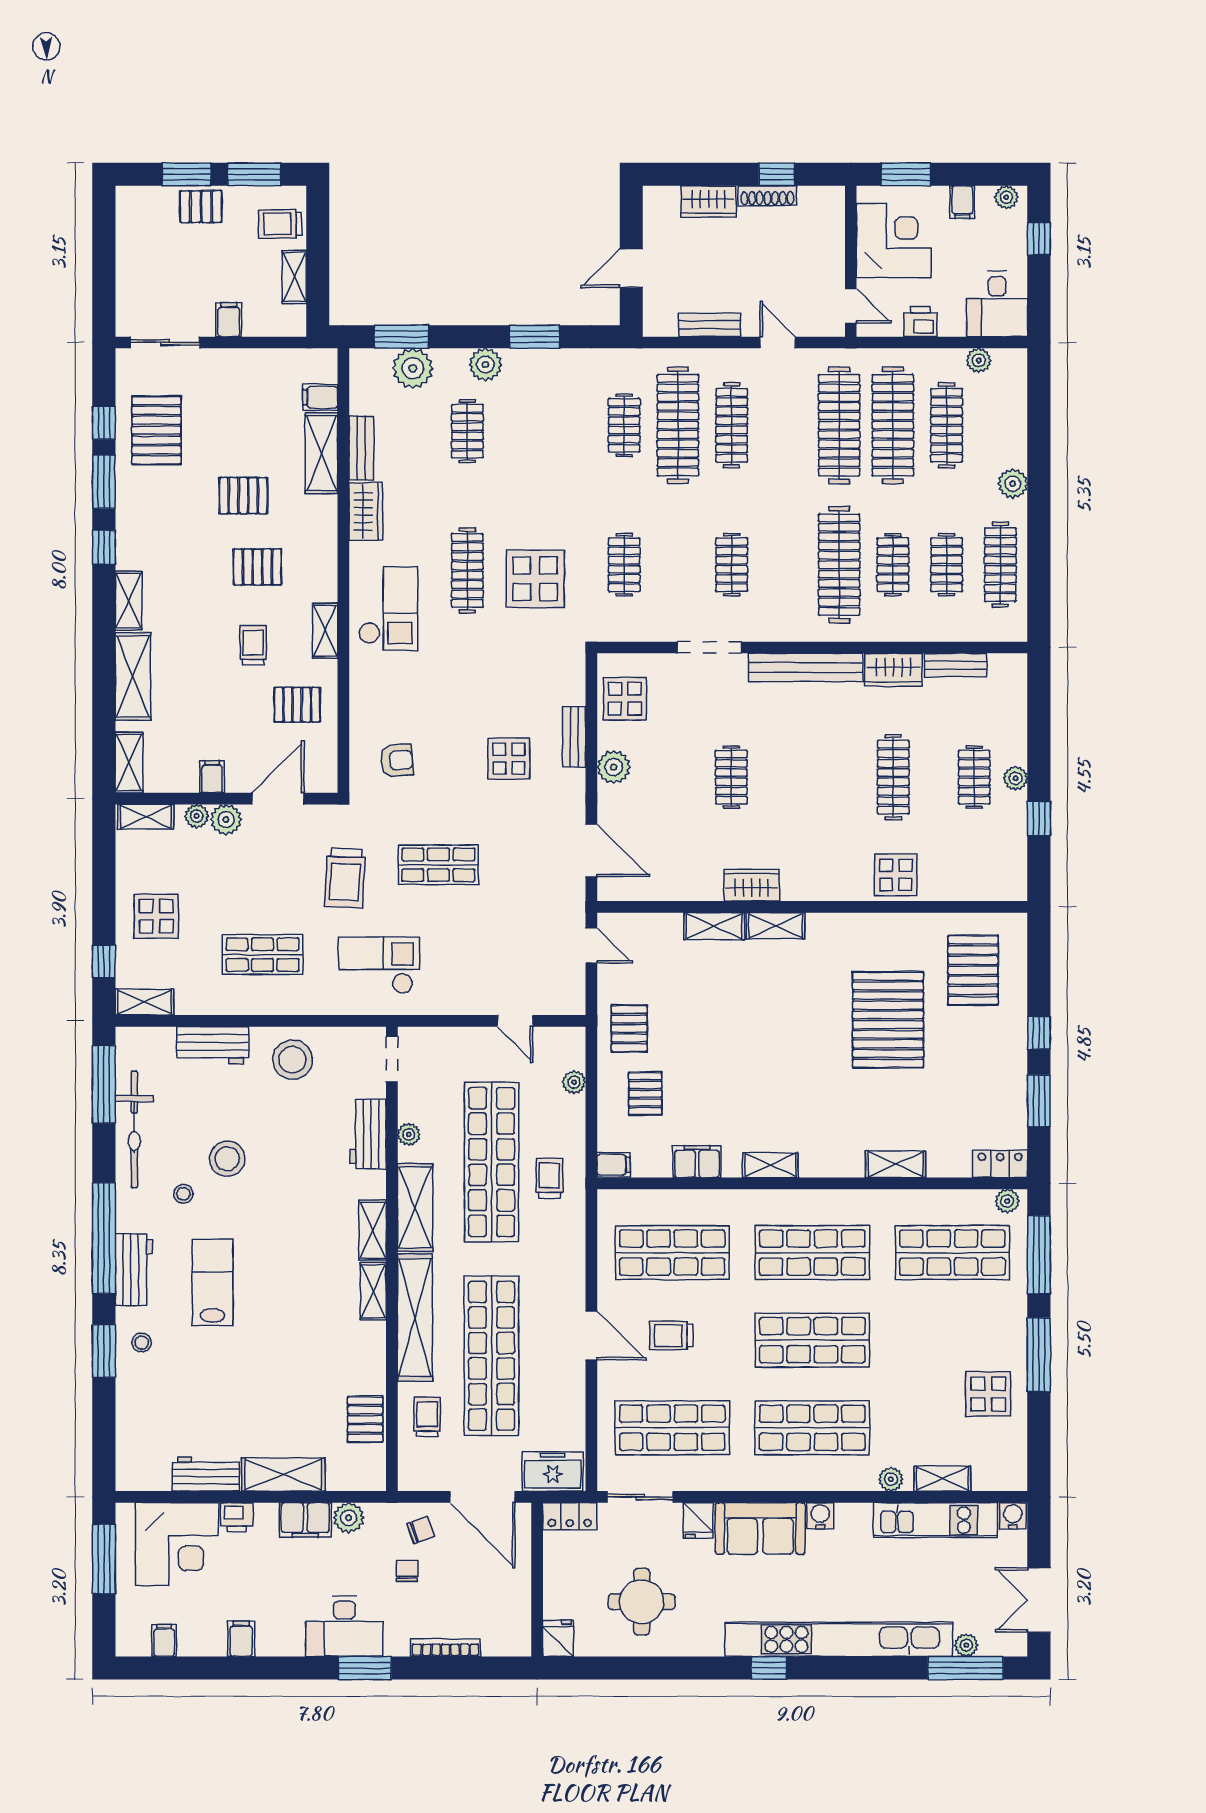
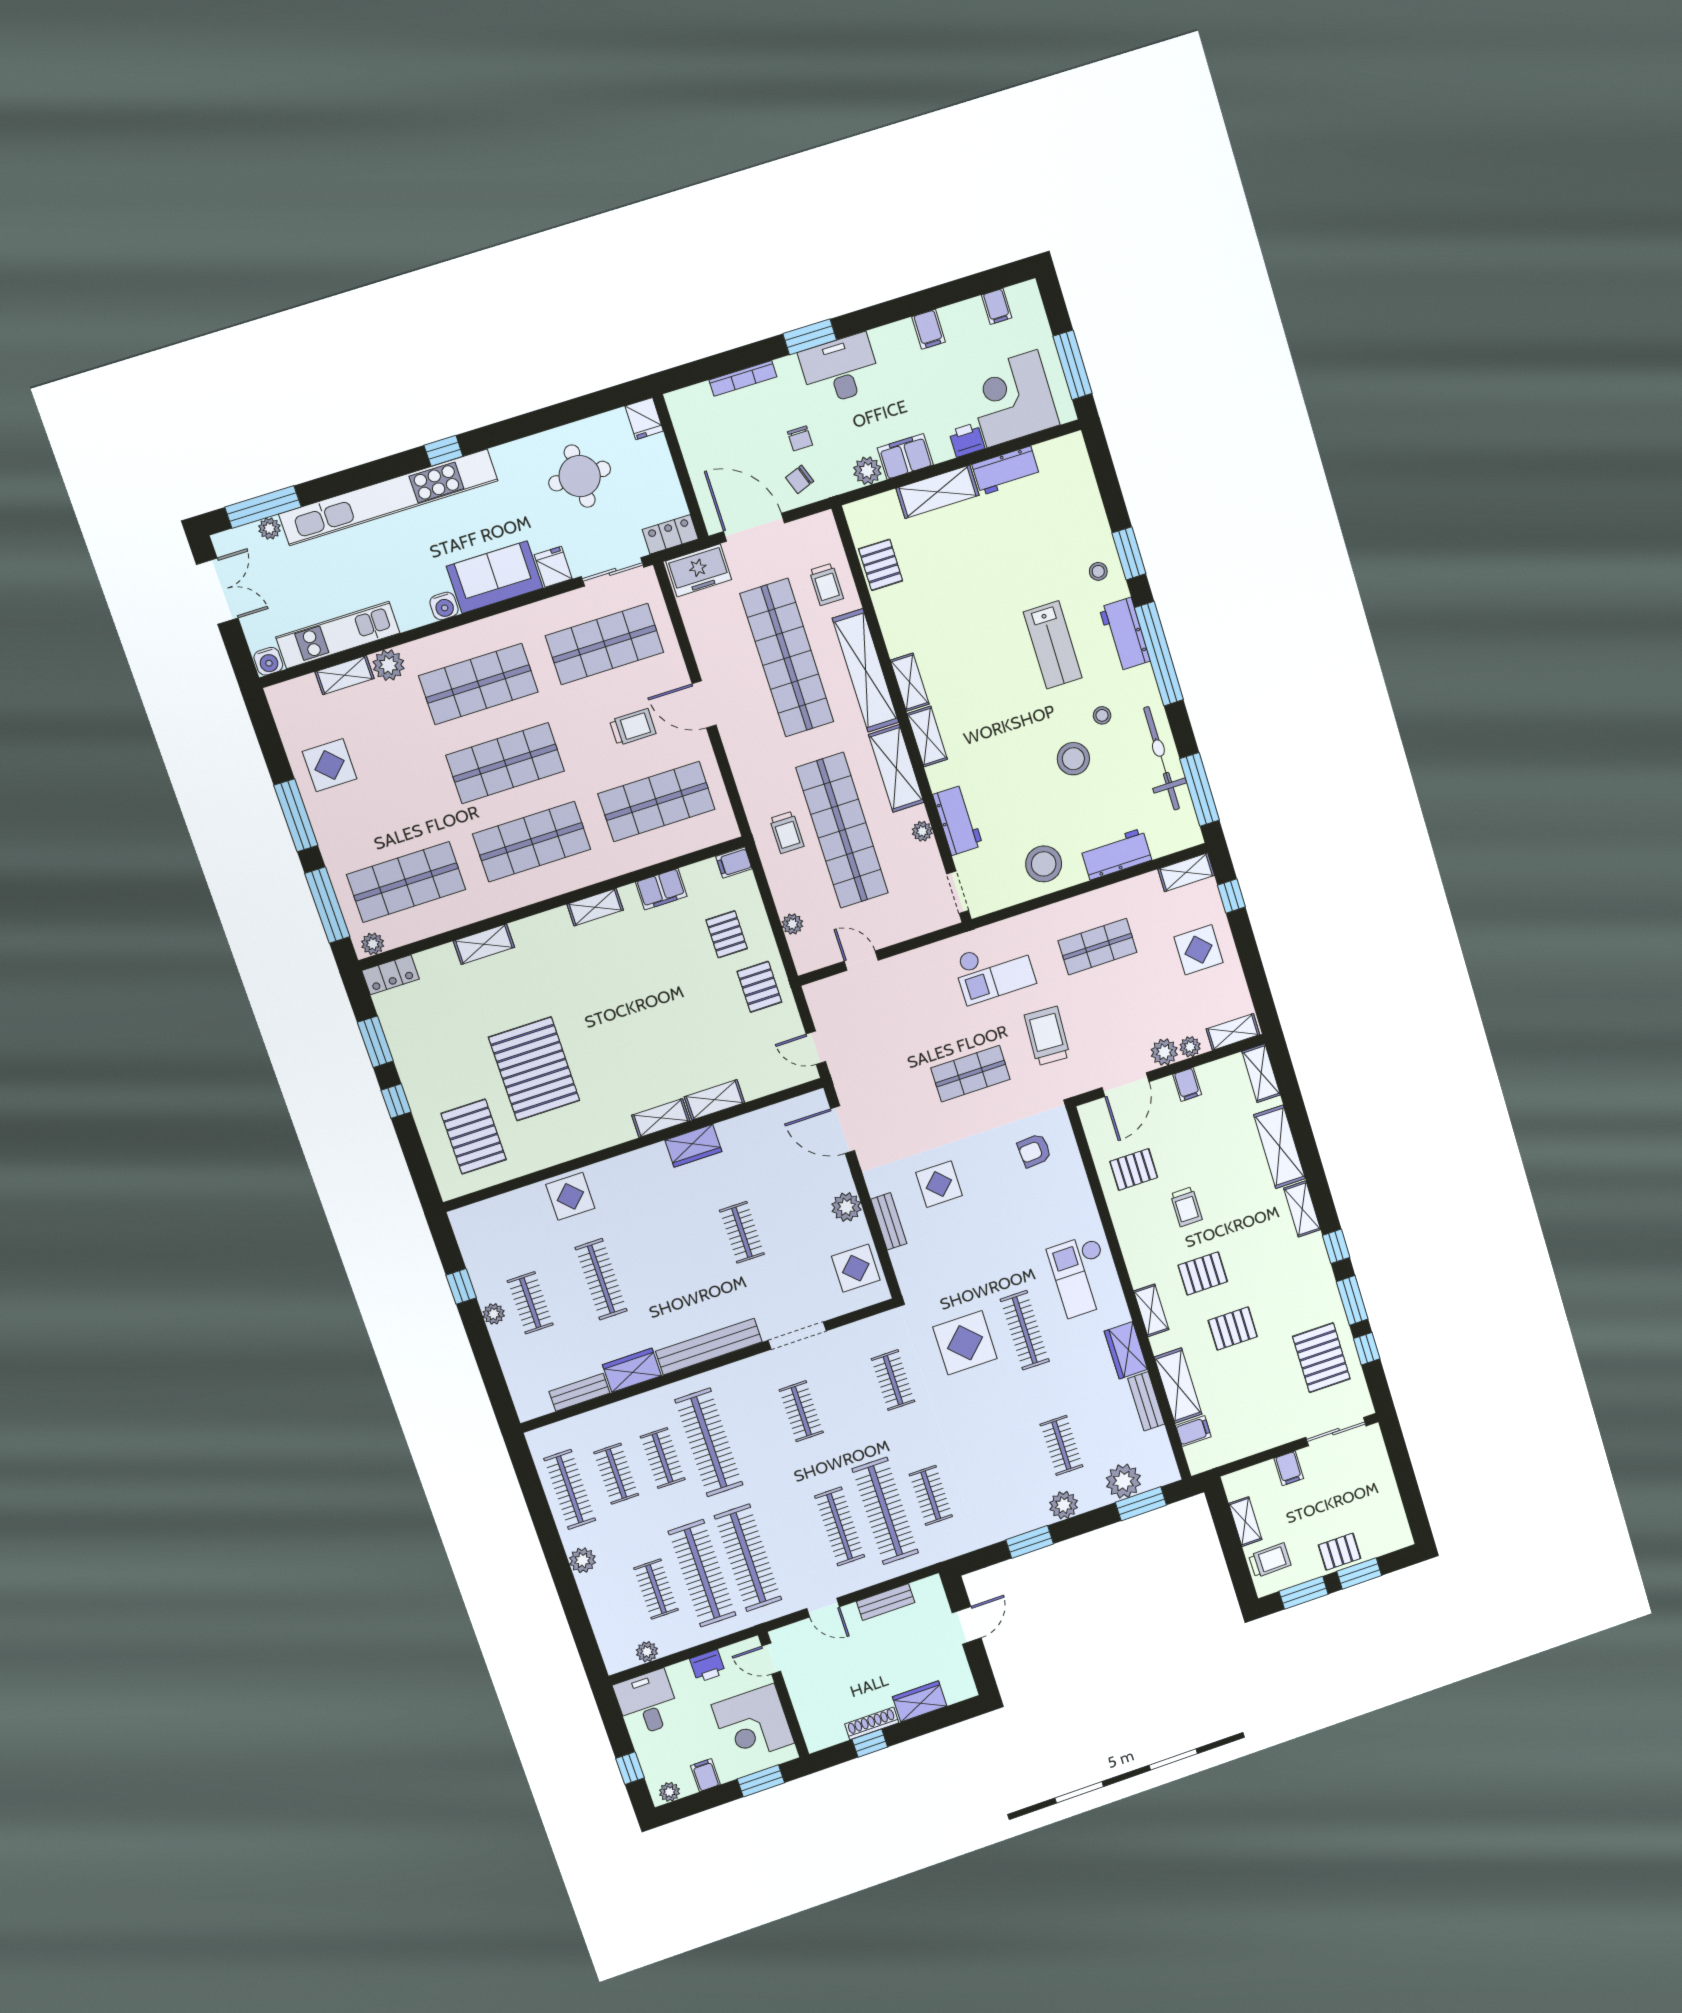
clothes rail: (947, 425) -> (656, 1589), width x0.73
shelving: (325, 631) -> (1151, 1310), moved
plant: (891, 1479) -> (389, 665), width x1.38, depth x1.38

